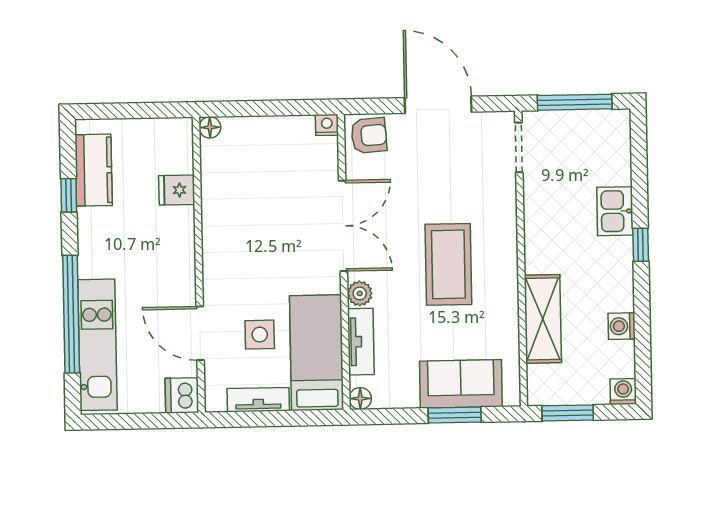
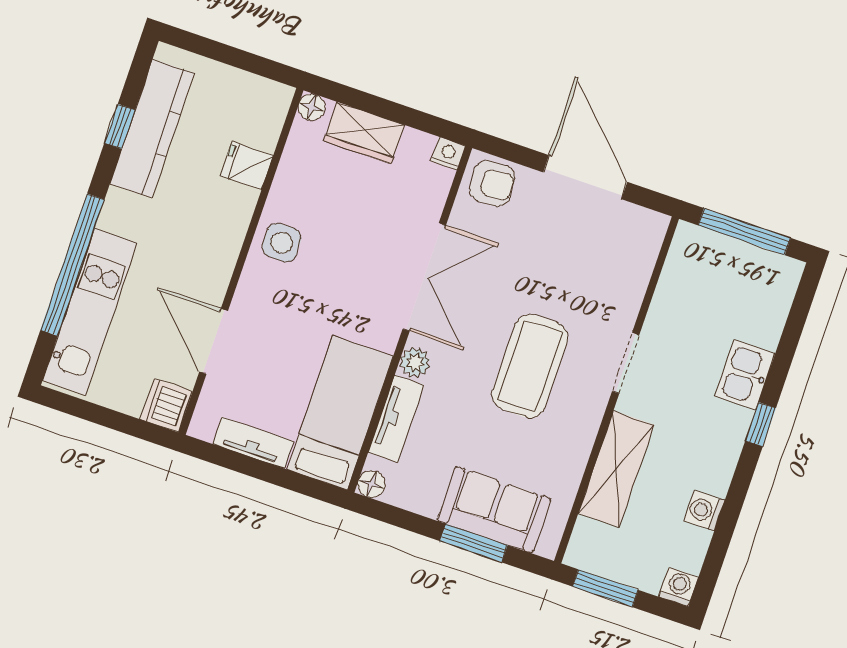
wardrobe: (257, 132) -> (364, 133), added
doorway: (519, 147) -> (626, 363), moved
kitchen counter: (94, 170) -> (152, 128), width x1.50
side table: (260, 335) -> (282, 243), moved

